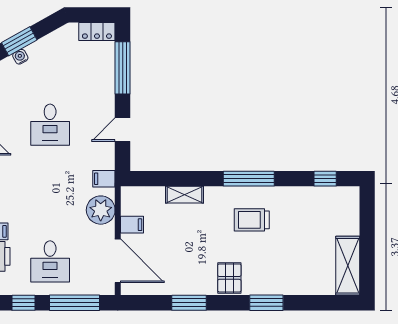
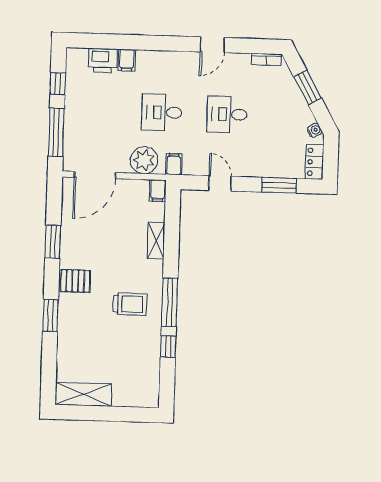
water cooler: (20, 57) -> (315, 130), moved
window: (123, 68) -> (279, 185), width x0.69
window: (325, 179) -> (168, 346), moved
trolley: (252, 220) -> (130, 304), turned 90
filing cabinet: (132, 225) -> (158, 191), moved
desk: (50, 261) -> (162, 112), moved

